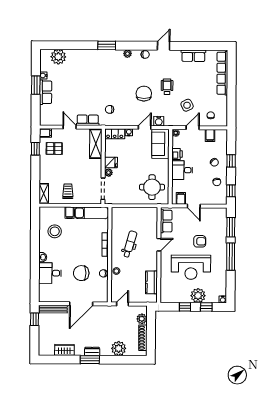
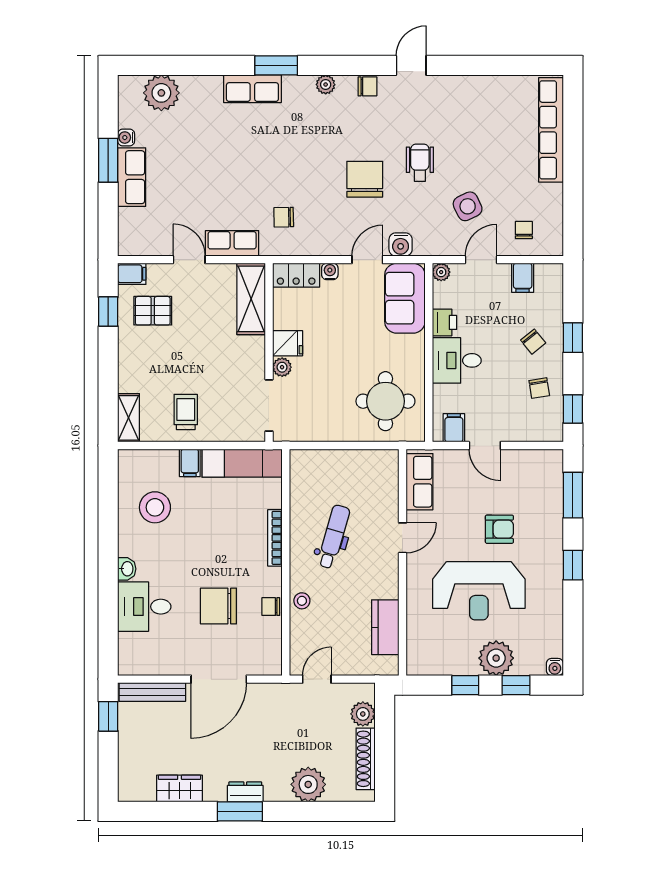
row of seats: (193, 56) -> (252, 89), moved
window: (231, 257) -> (573, 565), width x0.46

